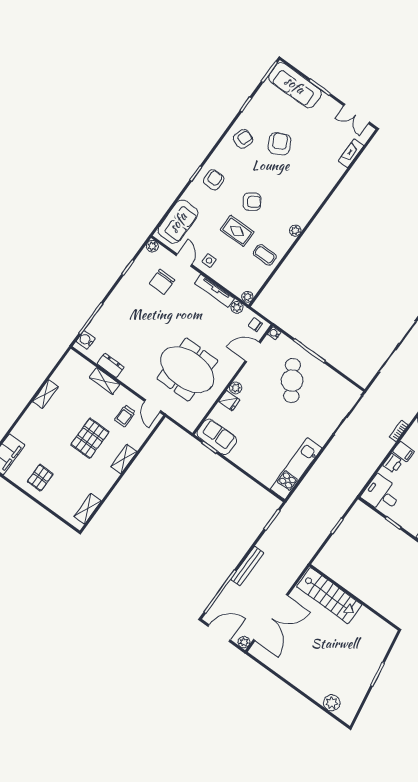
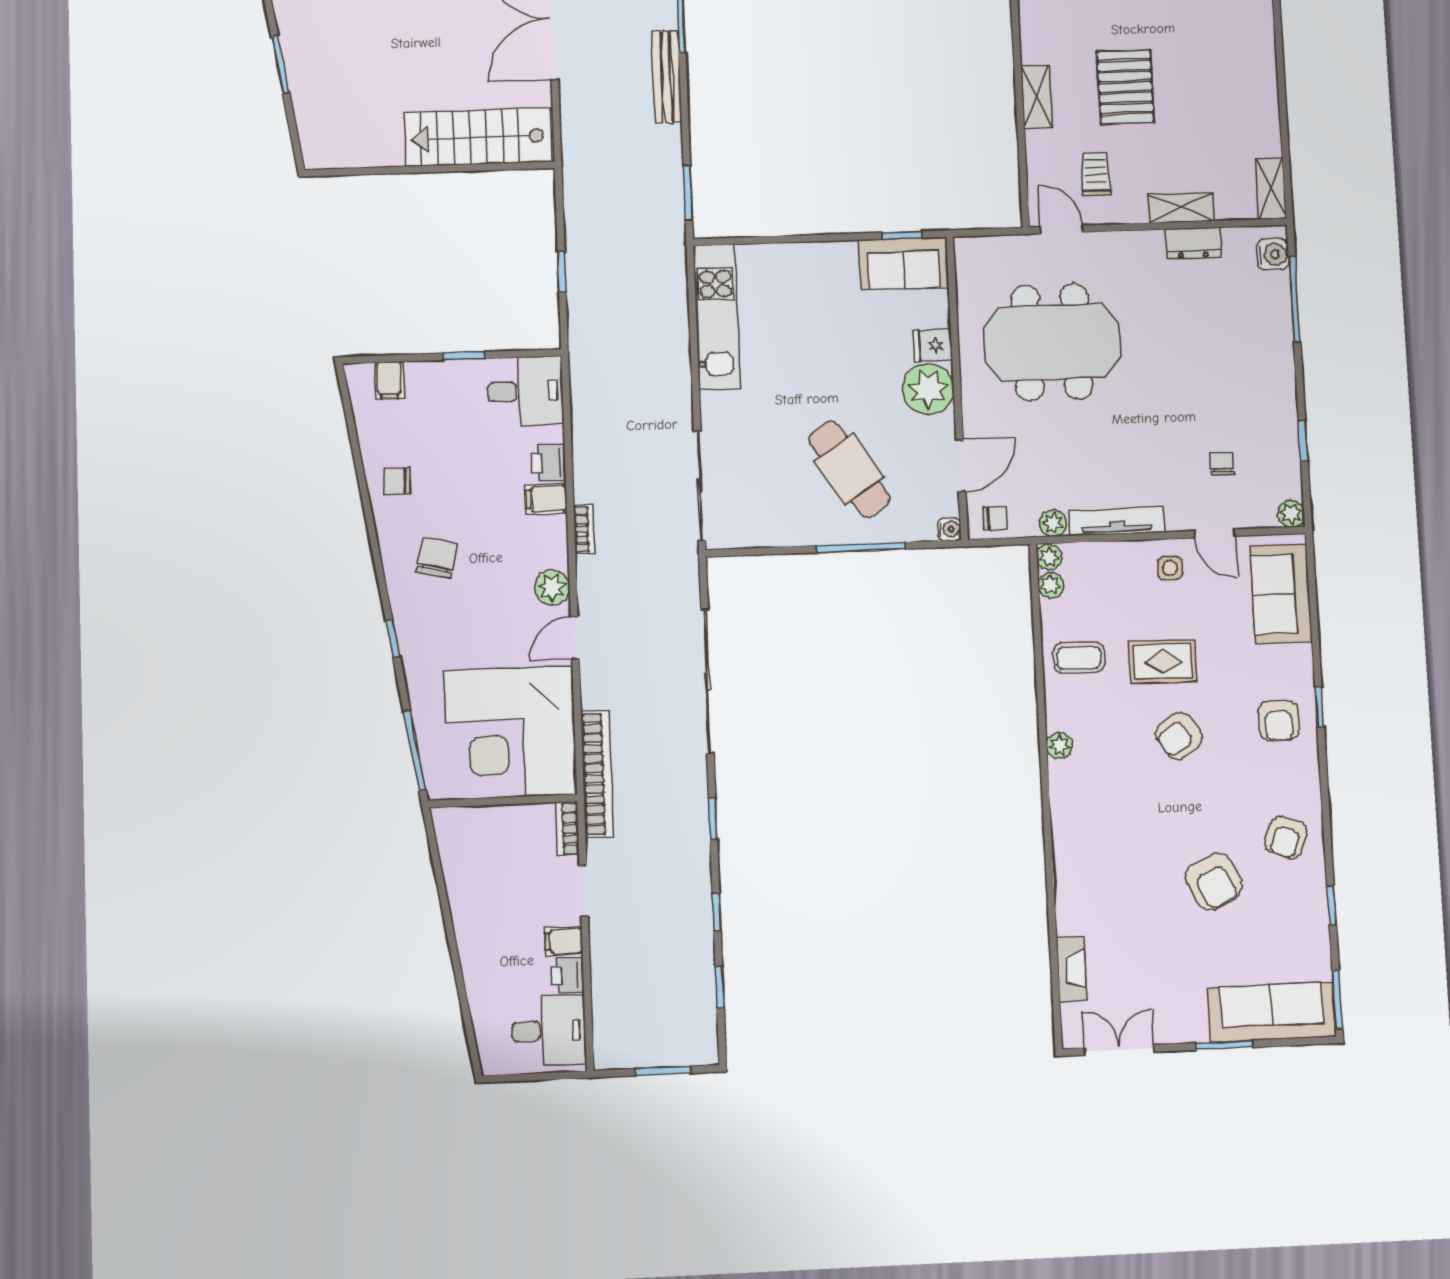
chair: (162, 282) -> (1222, 464), width x0.54, depth x0.54
plant: (255, 287) -> (1051, 585), added
plant: (236, 388) -> (928, 389), width x1.87, depth x1.87
shelving: (45, 394) -> (1271, 189), moved

